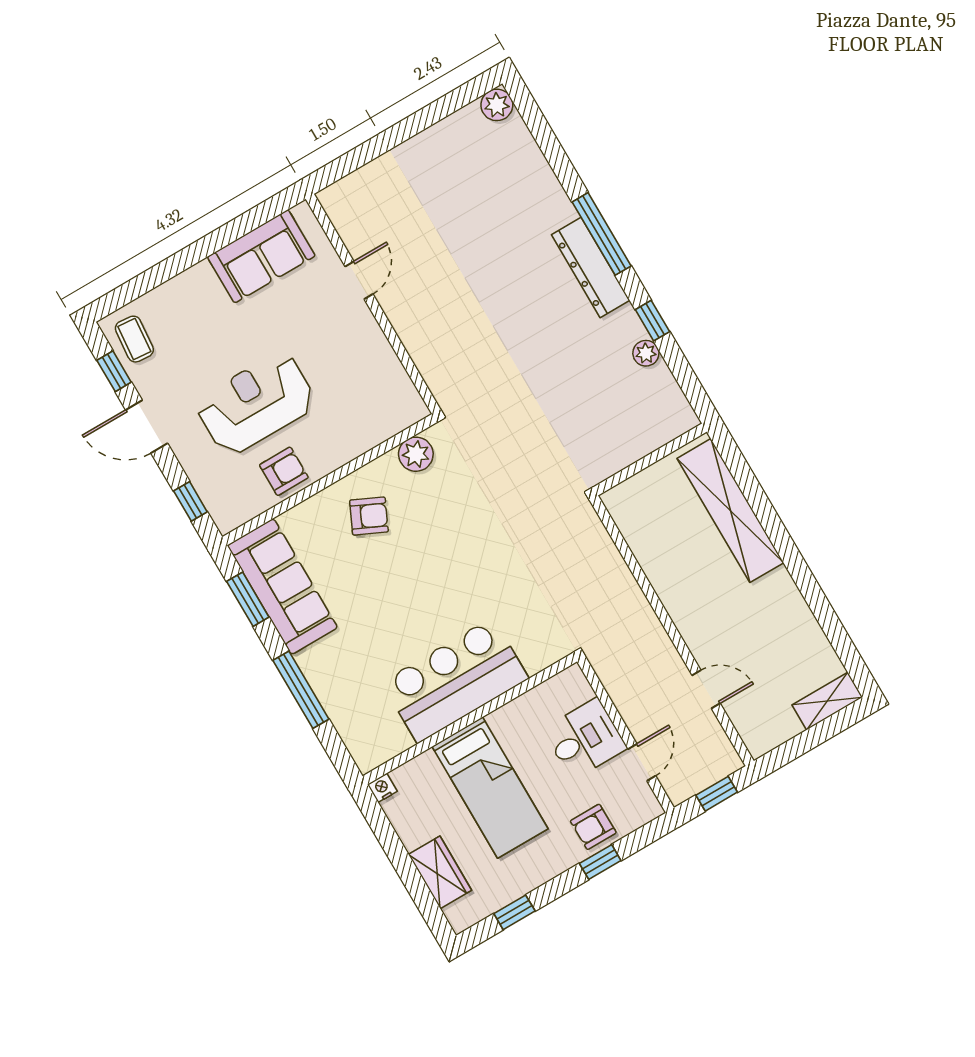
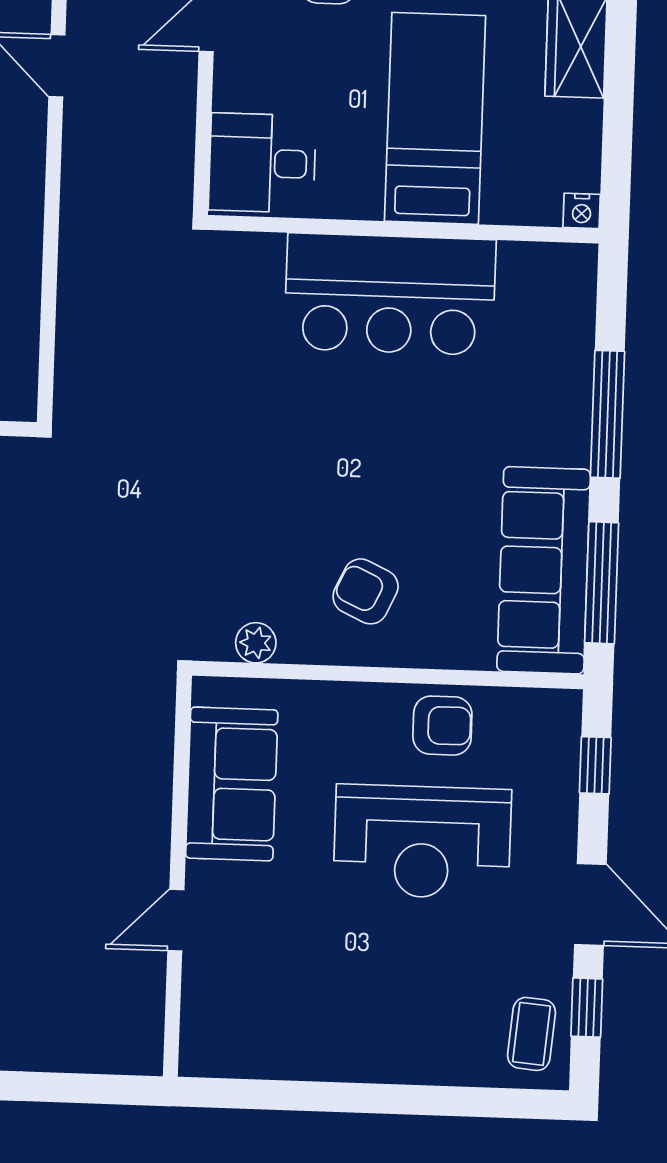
sofa: (261, 256) -> (232, 784), moved, turned 90
plant: (416, 454) -> (256, 643), width x0.73, depth x0.73
armchair: (284, 471) -> (442, 726), turned 180
window: (248, 599) -> (602, 583), width x1.44
desk: (585, 739) -> (262, 163), moved

